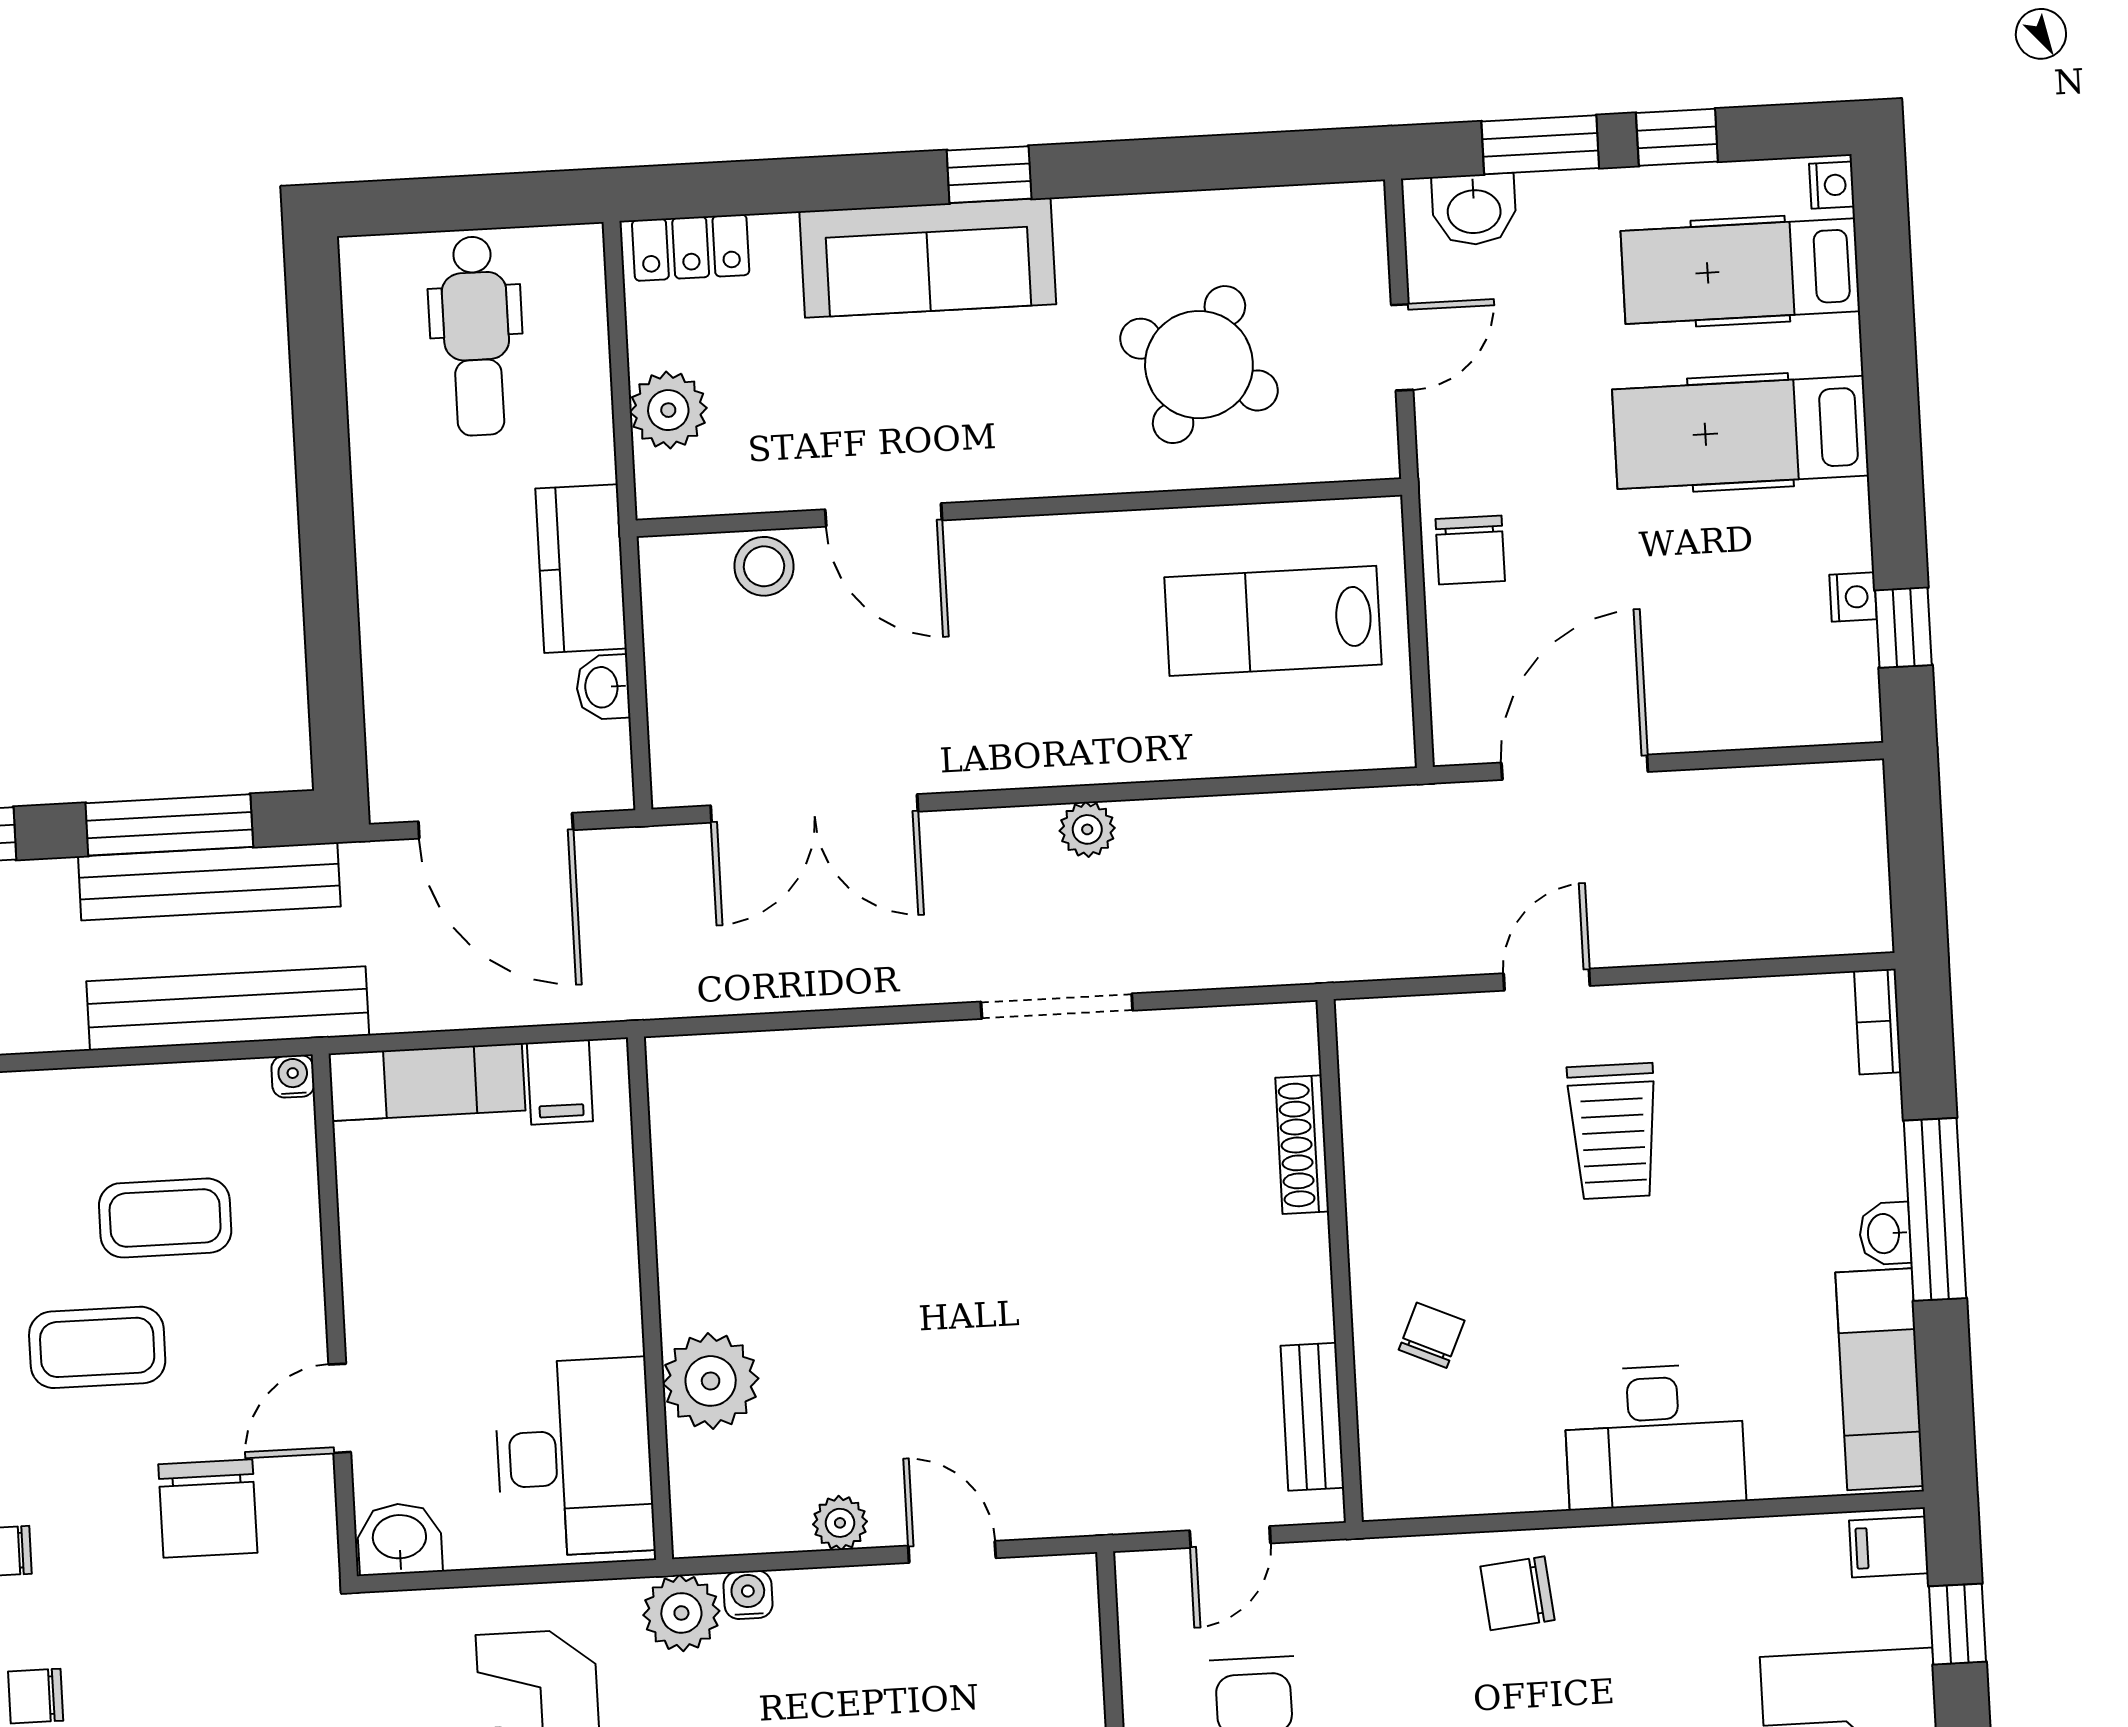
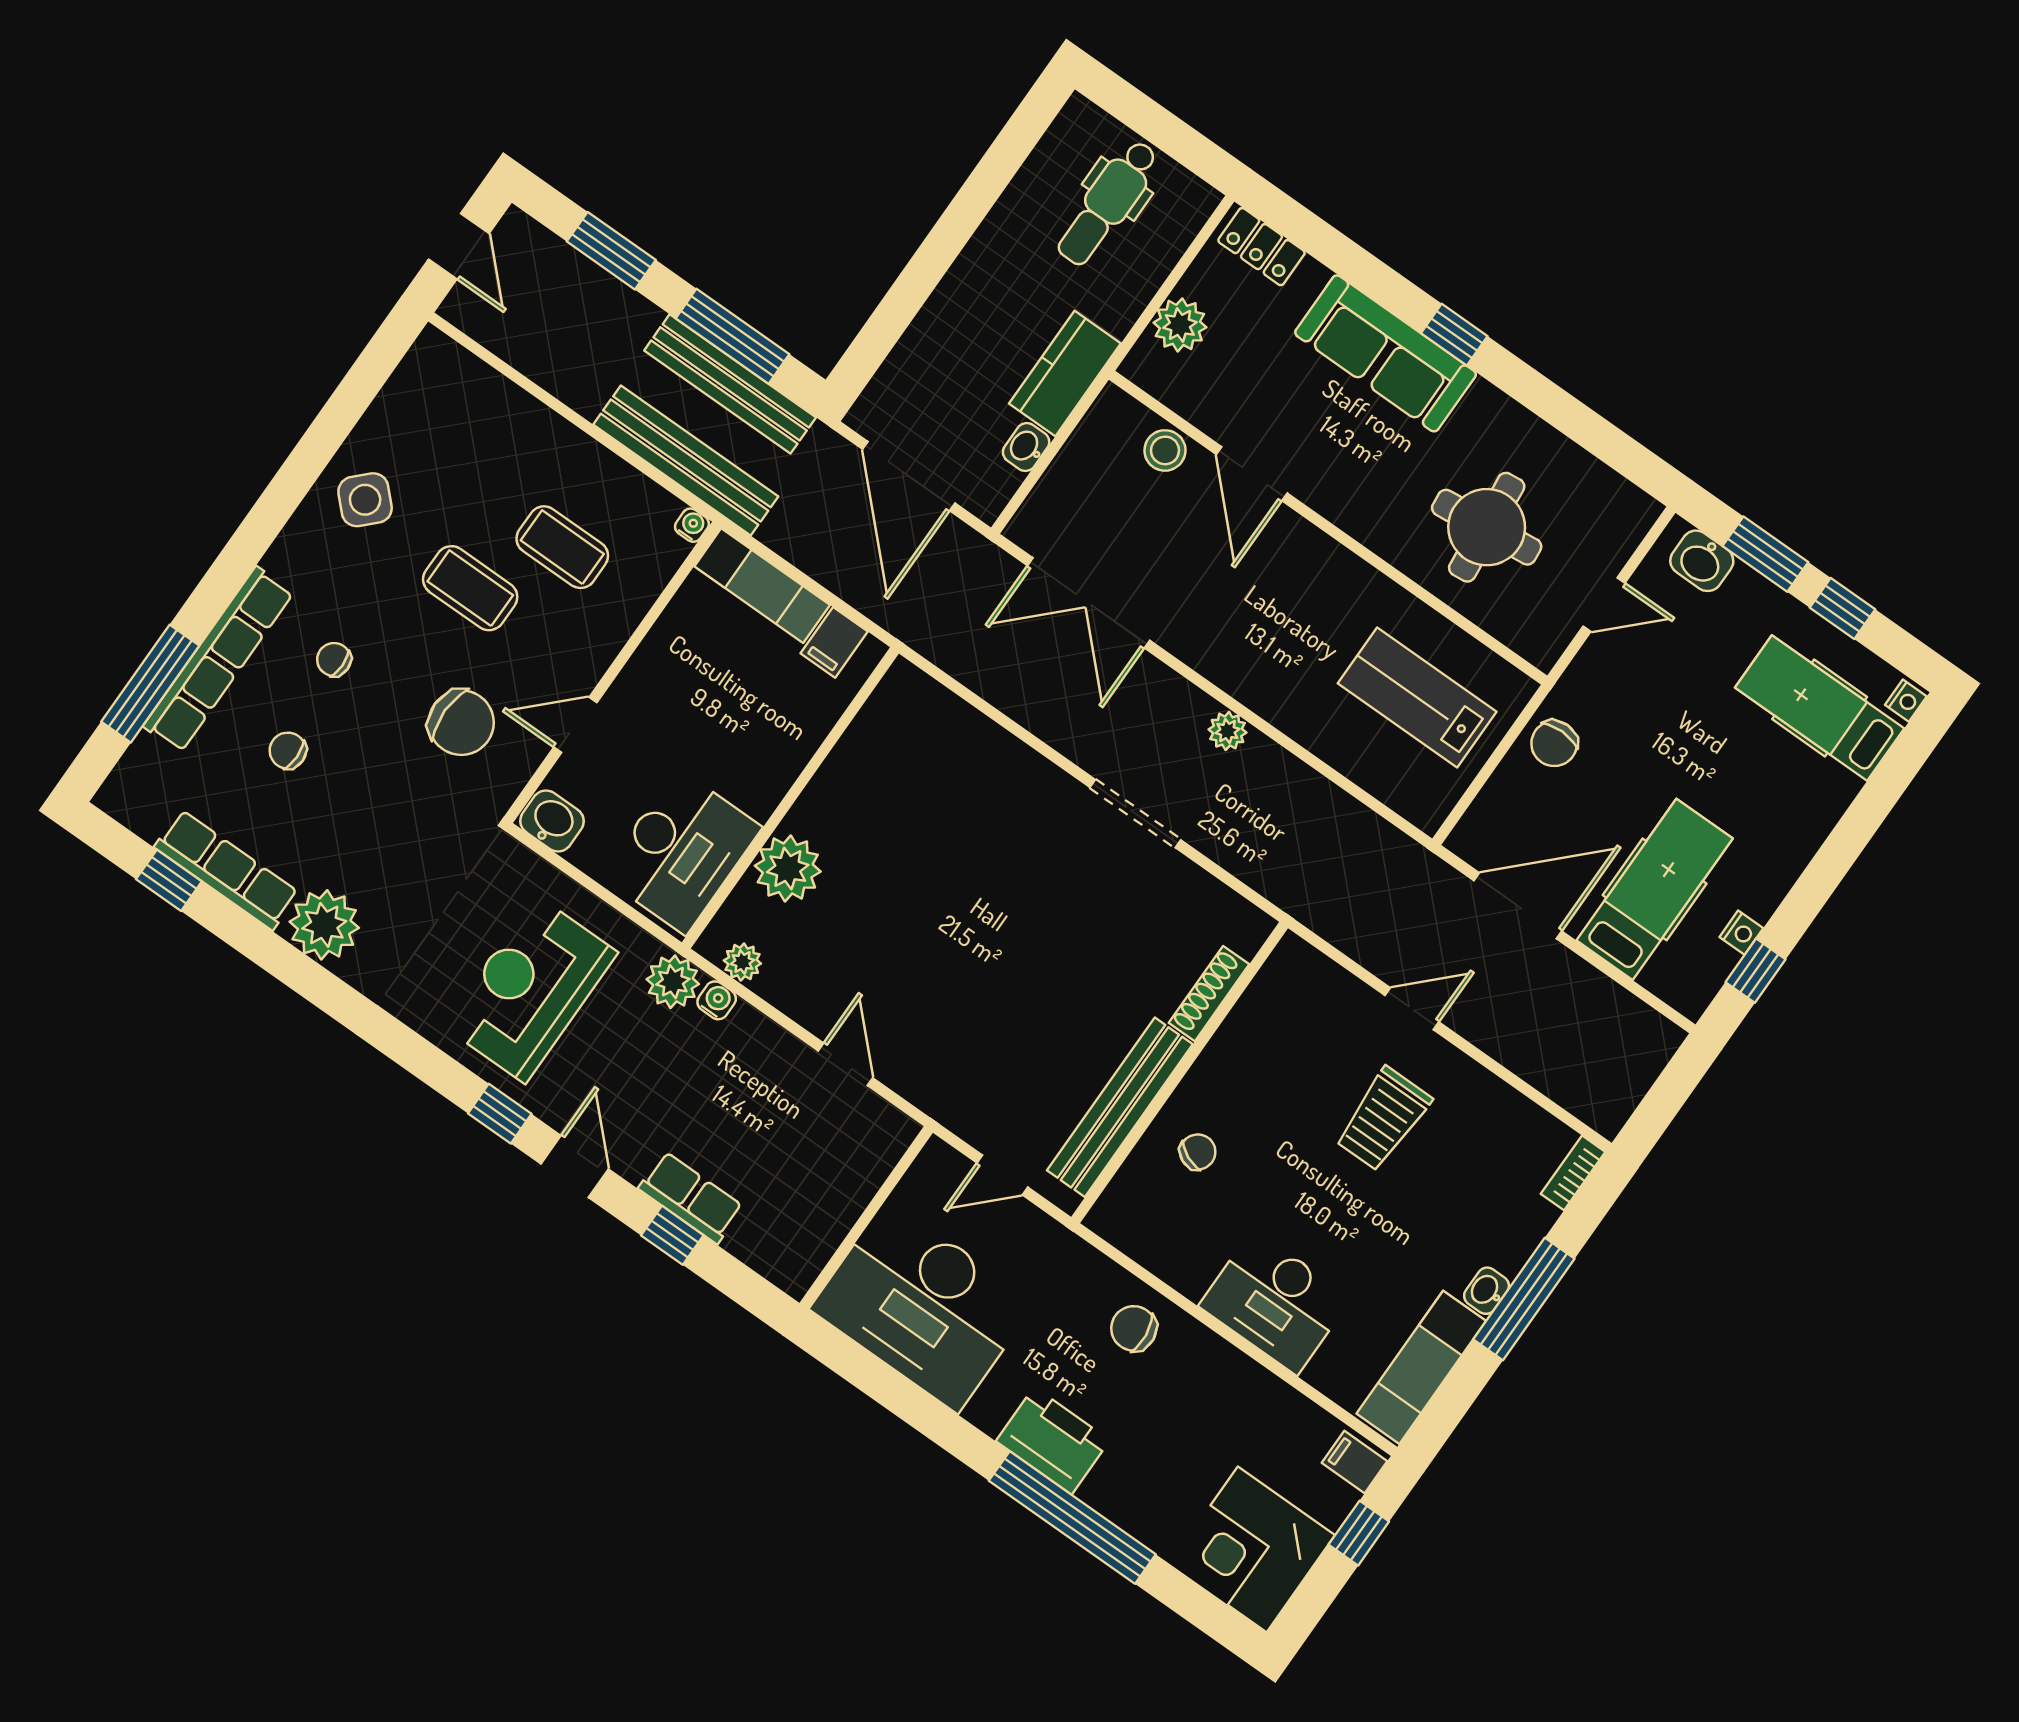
round table: (1199, 365) -> (1487, 527), turned -33
hospital bed: (1741, 432) -> (1655, 889), moved, turned 90
bench: (1312, 1417) -> (1120, 1107), width x1.86, depth x1.21
chair: (208, 1508) -> (461, 723), turned -90
plant: (840, 1523) -> (742, 962), moved

